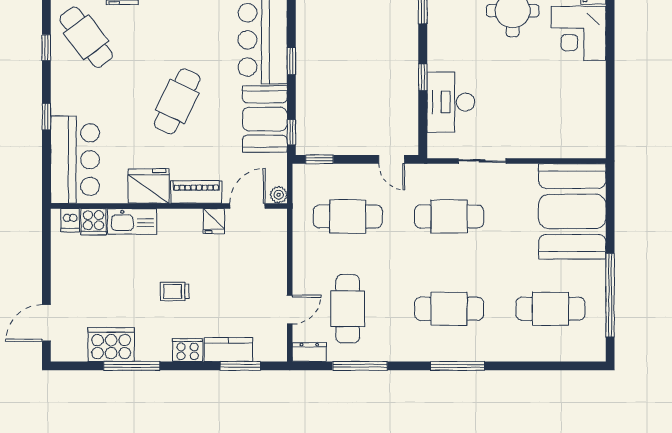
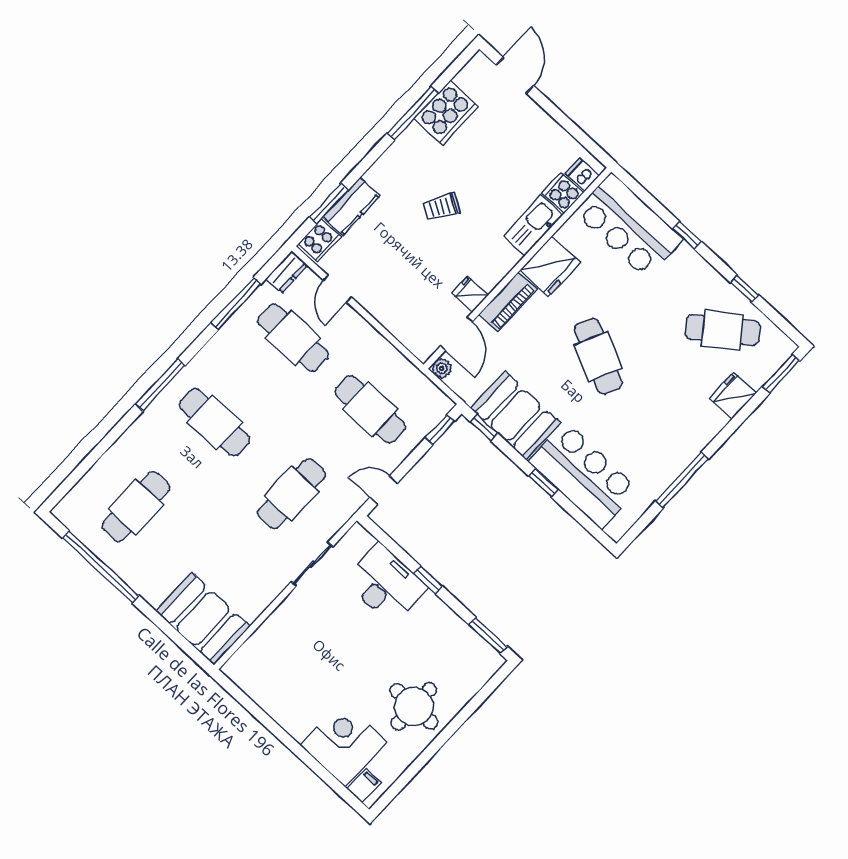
booth: (572, 211) -> (203, 619), width x0.73, depth x0.70
cafe table: (348, 216) -> (370, 409), turned 90
trolley: (175, 291) -> (442, 207), turned -149
cafe table: (449, 309) -> (214, 422), turned 90
cooker: (188, 350) -> (319, 240), moved

